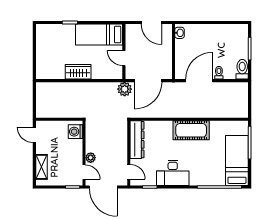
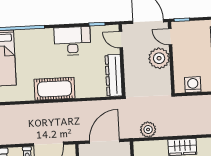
plant: (125, 89) -> (148, 130), moved
washing machine: (76, 132) -> (193, 85), moved, turned -90
plant: (91, 158) -> (159, 58), width x1.87, depth x1.87

